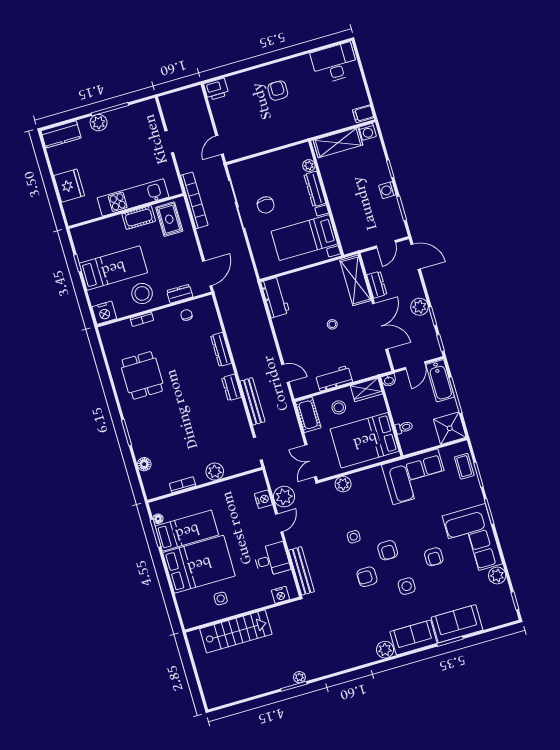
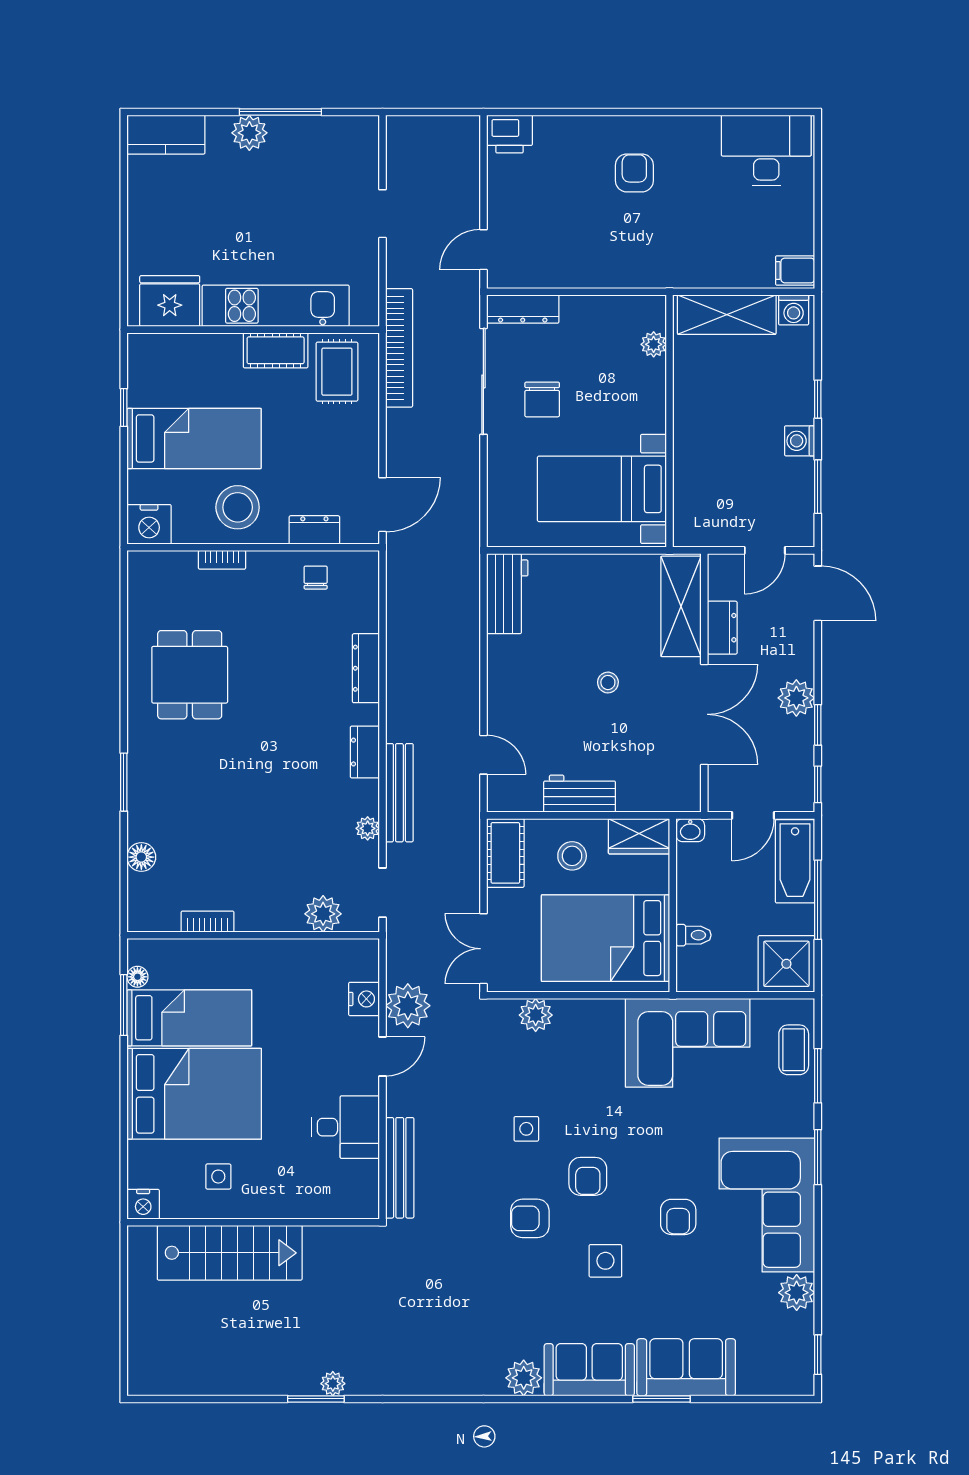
fridge: (69, 186) -> (170, 301), moved, turned -90
dresser: (315, 189) -> (523, 309), moved, turned -90
plant: (243, 422) -> (368, 828), added
plant: (215, 472) -> (323, 914), moved
nightstand: (280, 595) -> (143, 1204), moved

